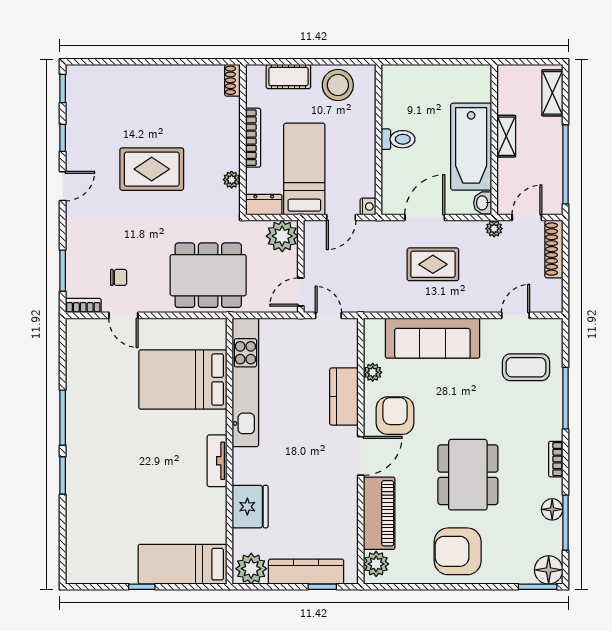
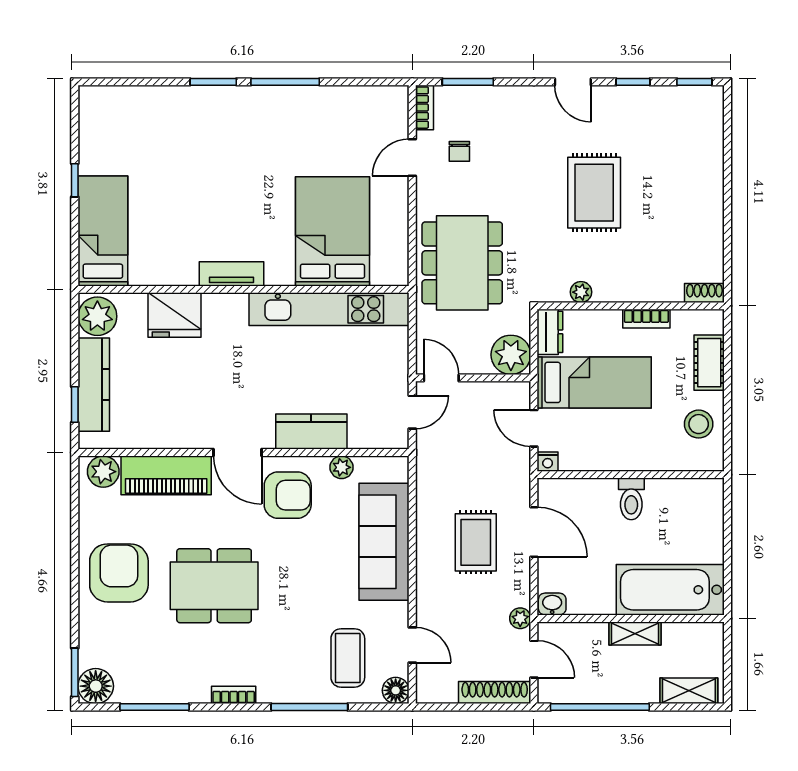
stool: (338, 85) -> (699, 424), width x0.73, depth x0.73
bookcase: (253, 138) -> (646, 319), width x0.64
bathtub: (471, 147) -> (670, 590), moved
floor lamp: (552, 509) -> (396, 690), moved

